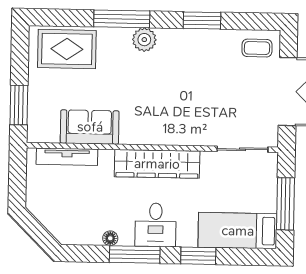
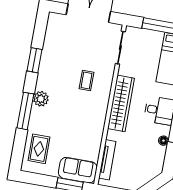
coffee table: (257, 48) -> (86, 80), moved
rug: (67, 49) -> (39, 149), width x0.73, depth x0.70
sofa: (90, 127) -> (78, 170), moved, turned 90

